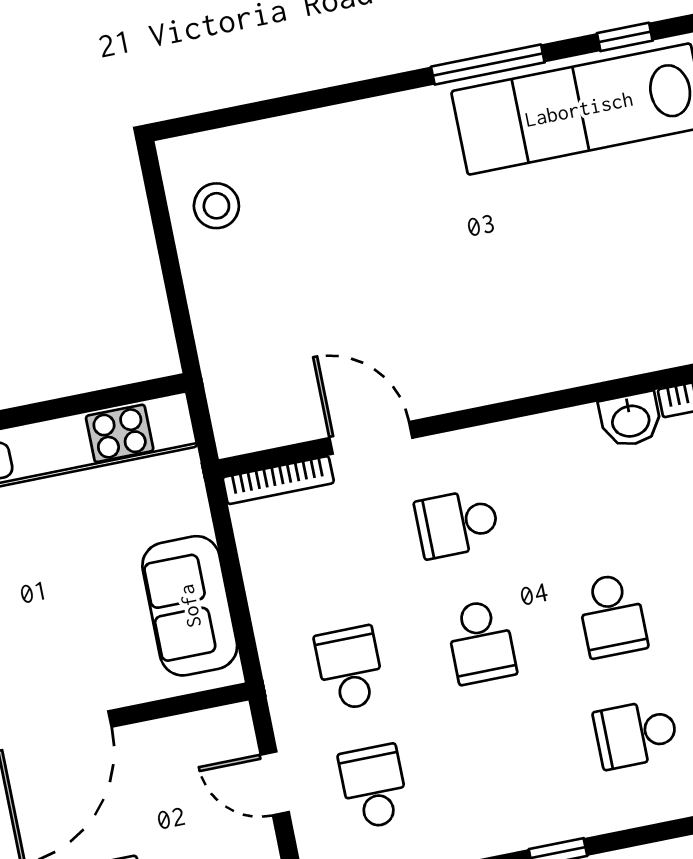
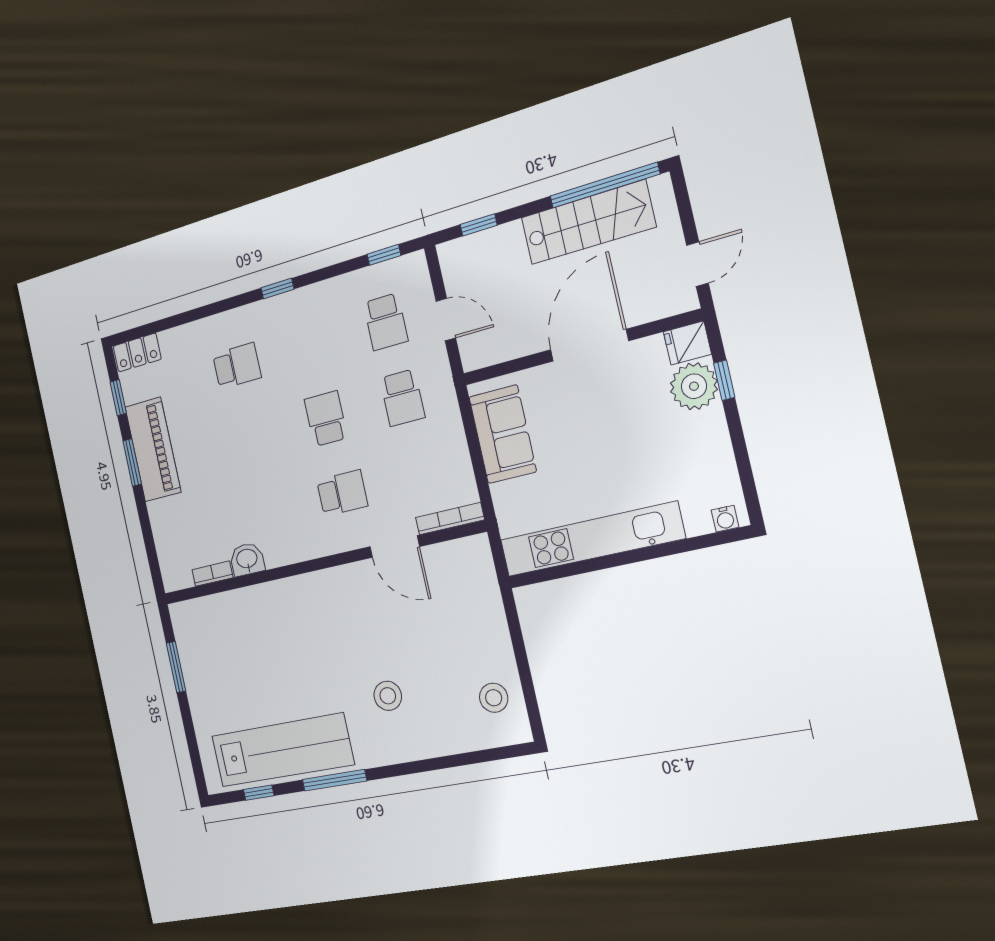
stool: (391, 203) -> (388, 696), added
school desk: (612, 615) -> (253, 438), removed

